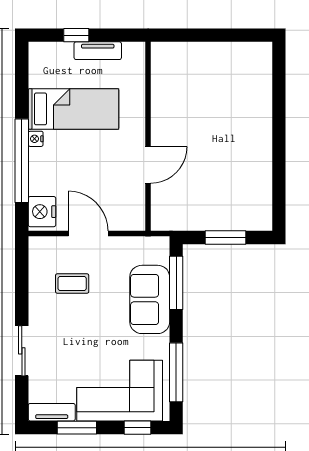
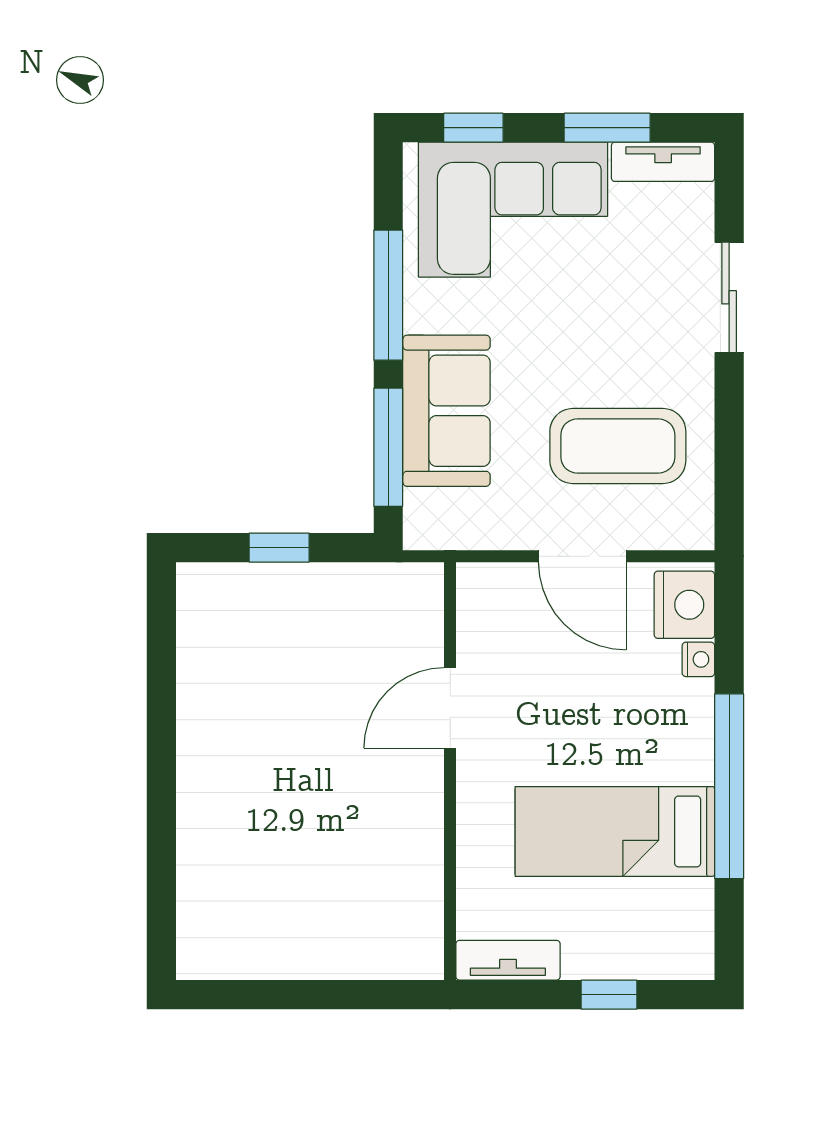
tv unit: (98, 51) -> (508, 960), moved
nightstand: (36, 139) -> (698, 659), moved
window: (22, 161) -> (729, 786), moved
window: (225, 237) -> (279, 548), width x0.67
coffee table: (72, 283) -> (618, 446), width x1.86, depth x1.72
window: (176, 372) -> (388, 295), moved

